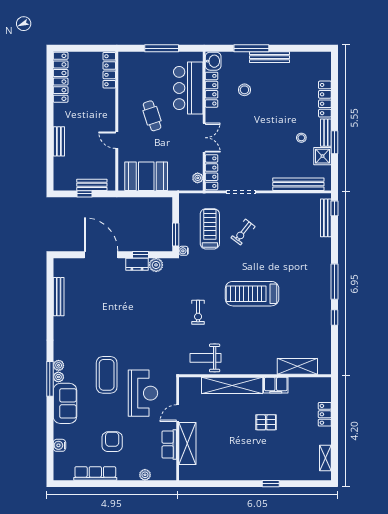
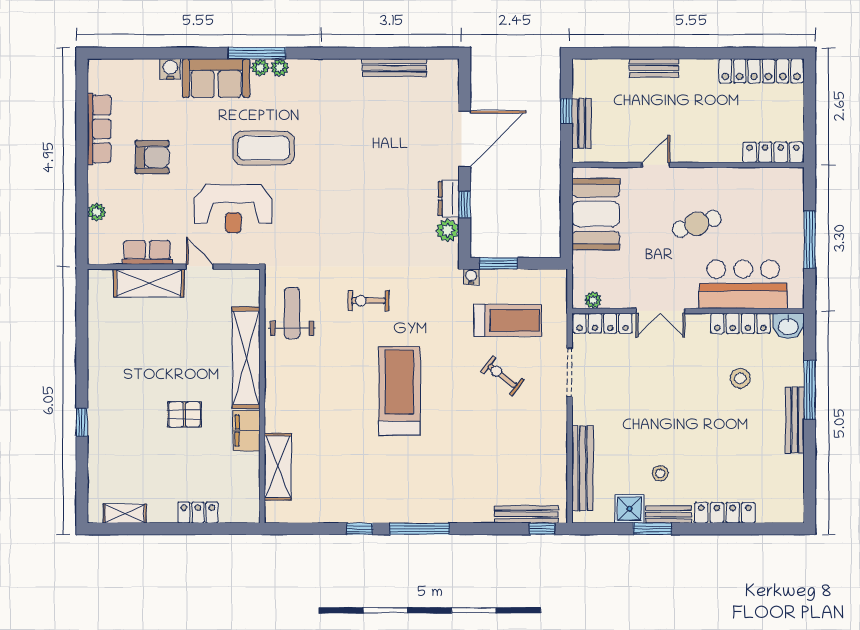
pallet: (266, 422) -> (184, 414), turned 90
water cooler: (59, 445) -> (170, 69), moved

